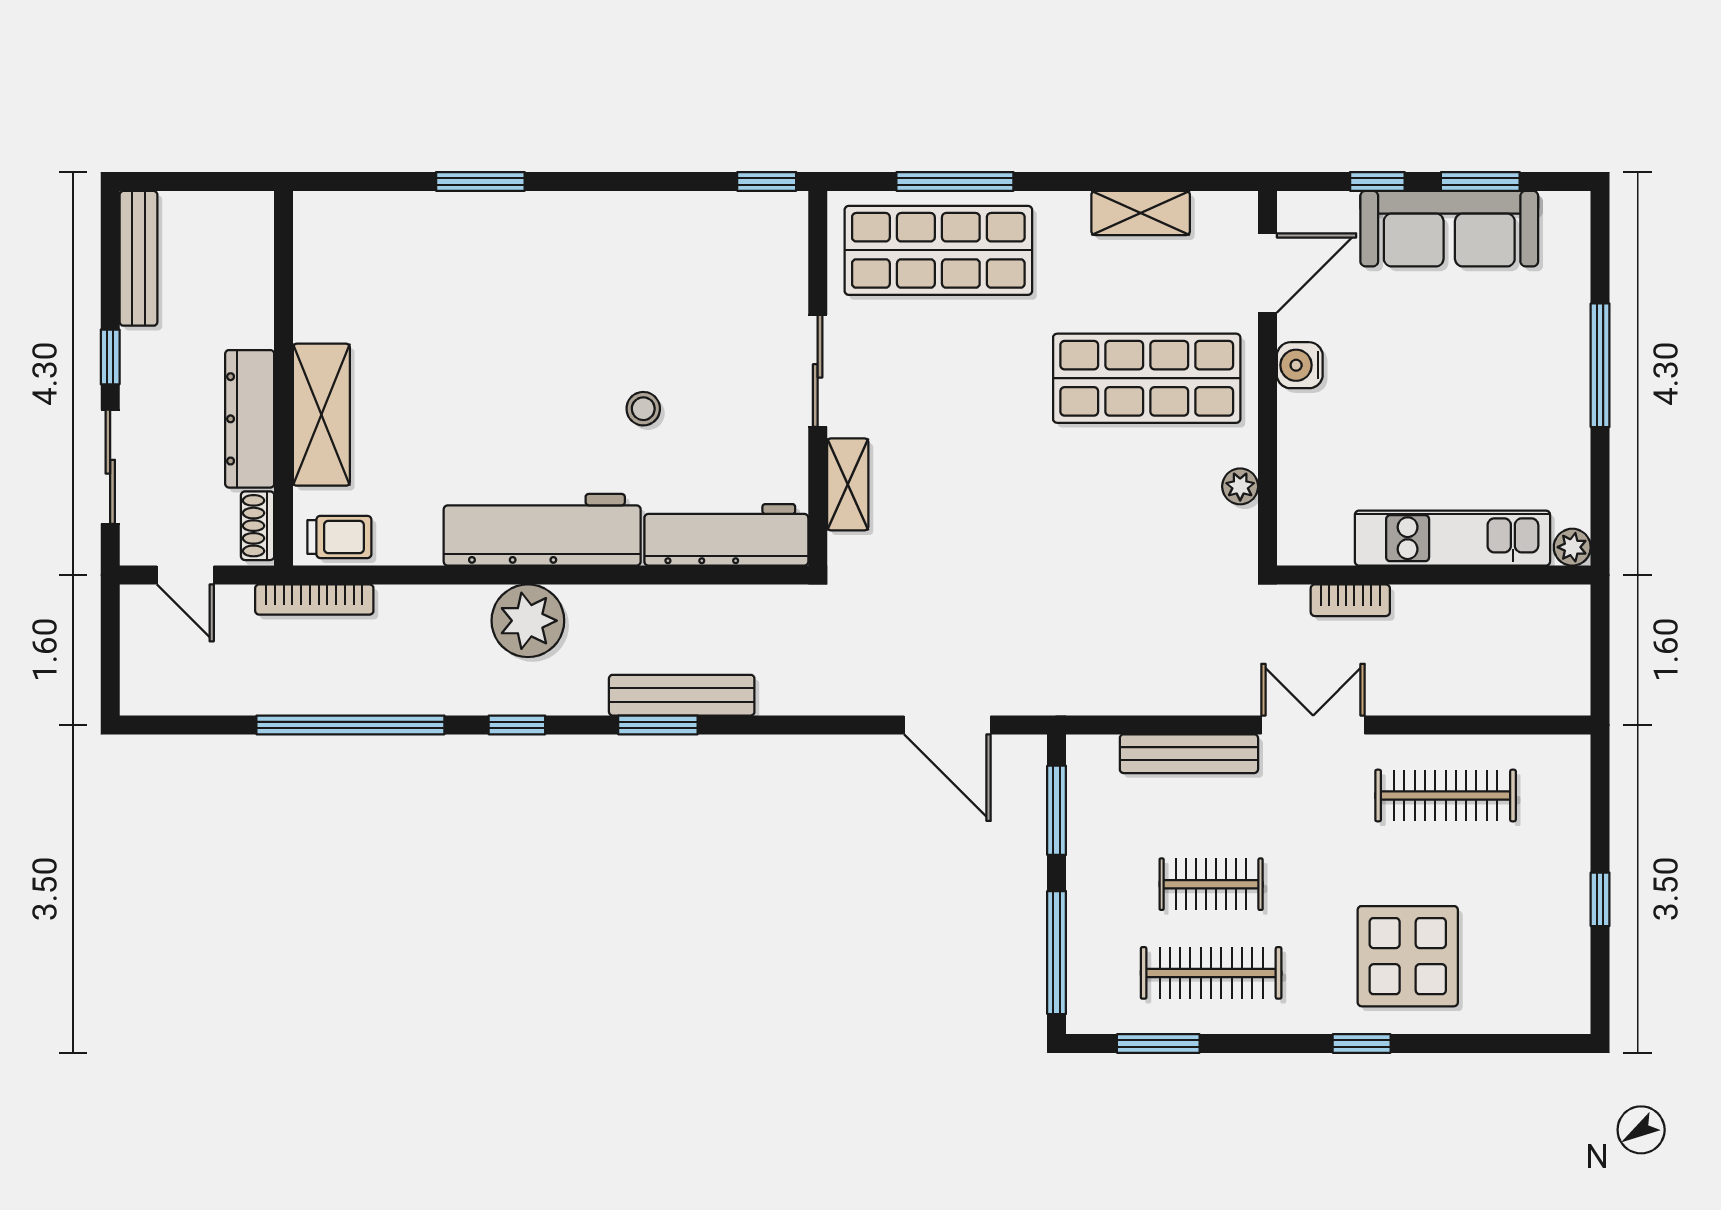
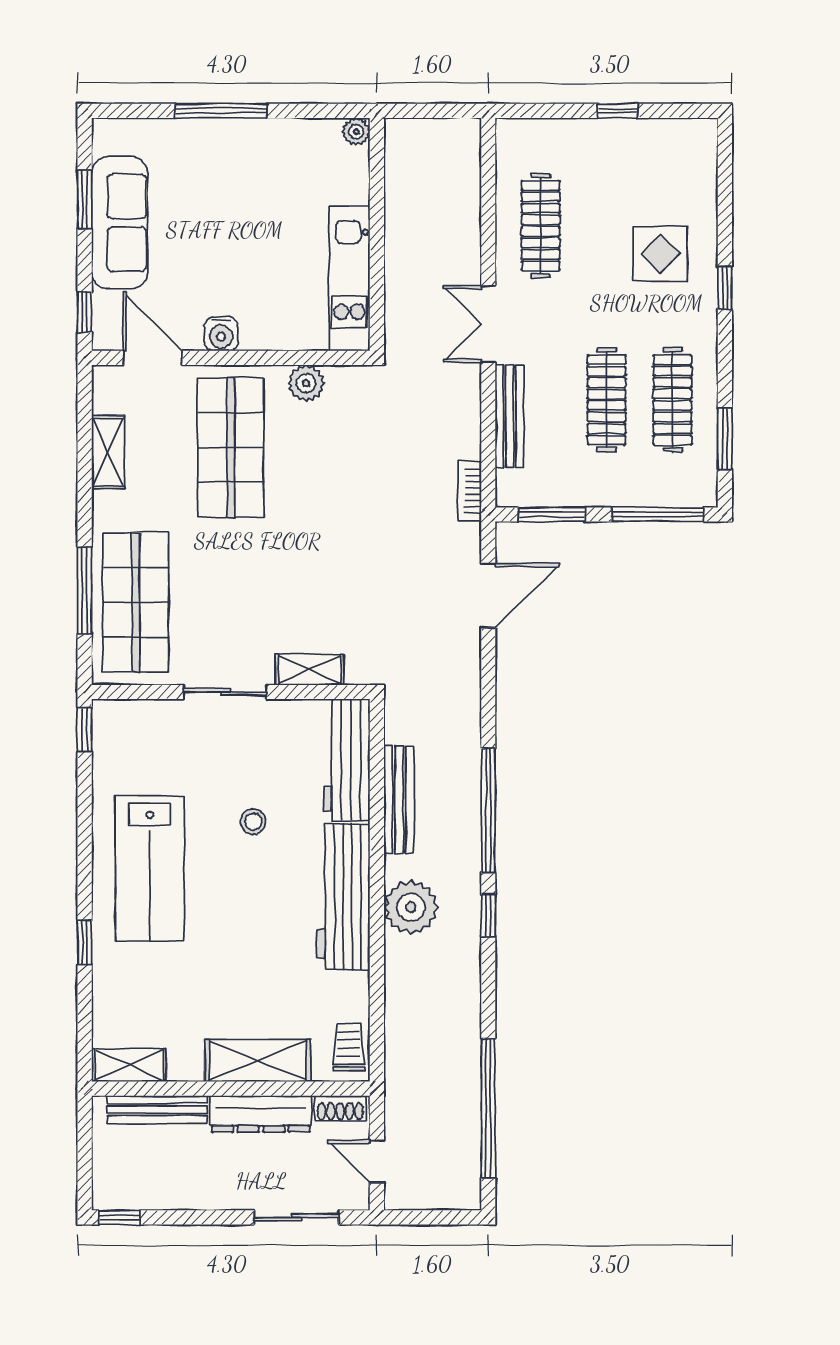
window: (480, 181) -> (85, 943), width x0.67
window: (1377, 181) -> (85, 312), moved
shelving: (315, 242) -> (129, 1065), added
bench: (138, 258) -> (157, 1110), moved
lab bench: (580, 269) -> (150, 869), added
window: (110, 357) -> (119, 1217), moved
plant: (1240, 486) -> (306, 383), width x1.38, depth x1.38
kitchen unit: (1452, 538) -> (350, 278), moved
door: (185, 575) -> (377, 1162), swing flipped
bookcase: (314, 600) -> (395, 1066), removed
bookcase: (1350, 600) -> (470, 491), moved, turned 180
bench: (682, 695) -> (399, 800), moved
window: (350, 725) -> (488, 1108), moved
window: (658, 725) -> (488, 811), width x2.11
clothes rail: (1211, 884) -> (607, 400), width x1.36
display table: (1408, 956) -> (660, 254), width x0.73, depth x0.73

